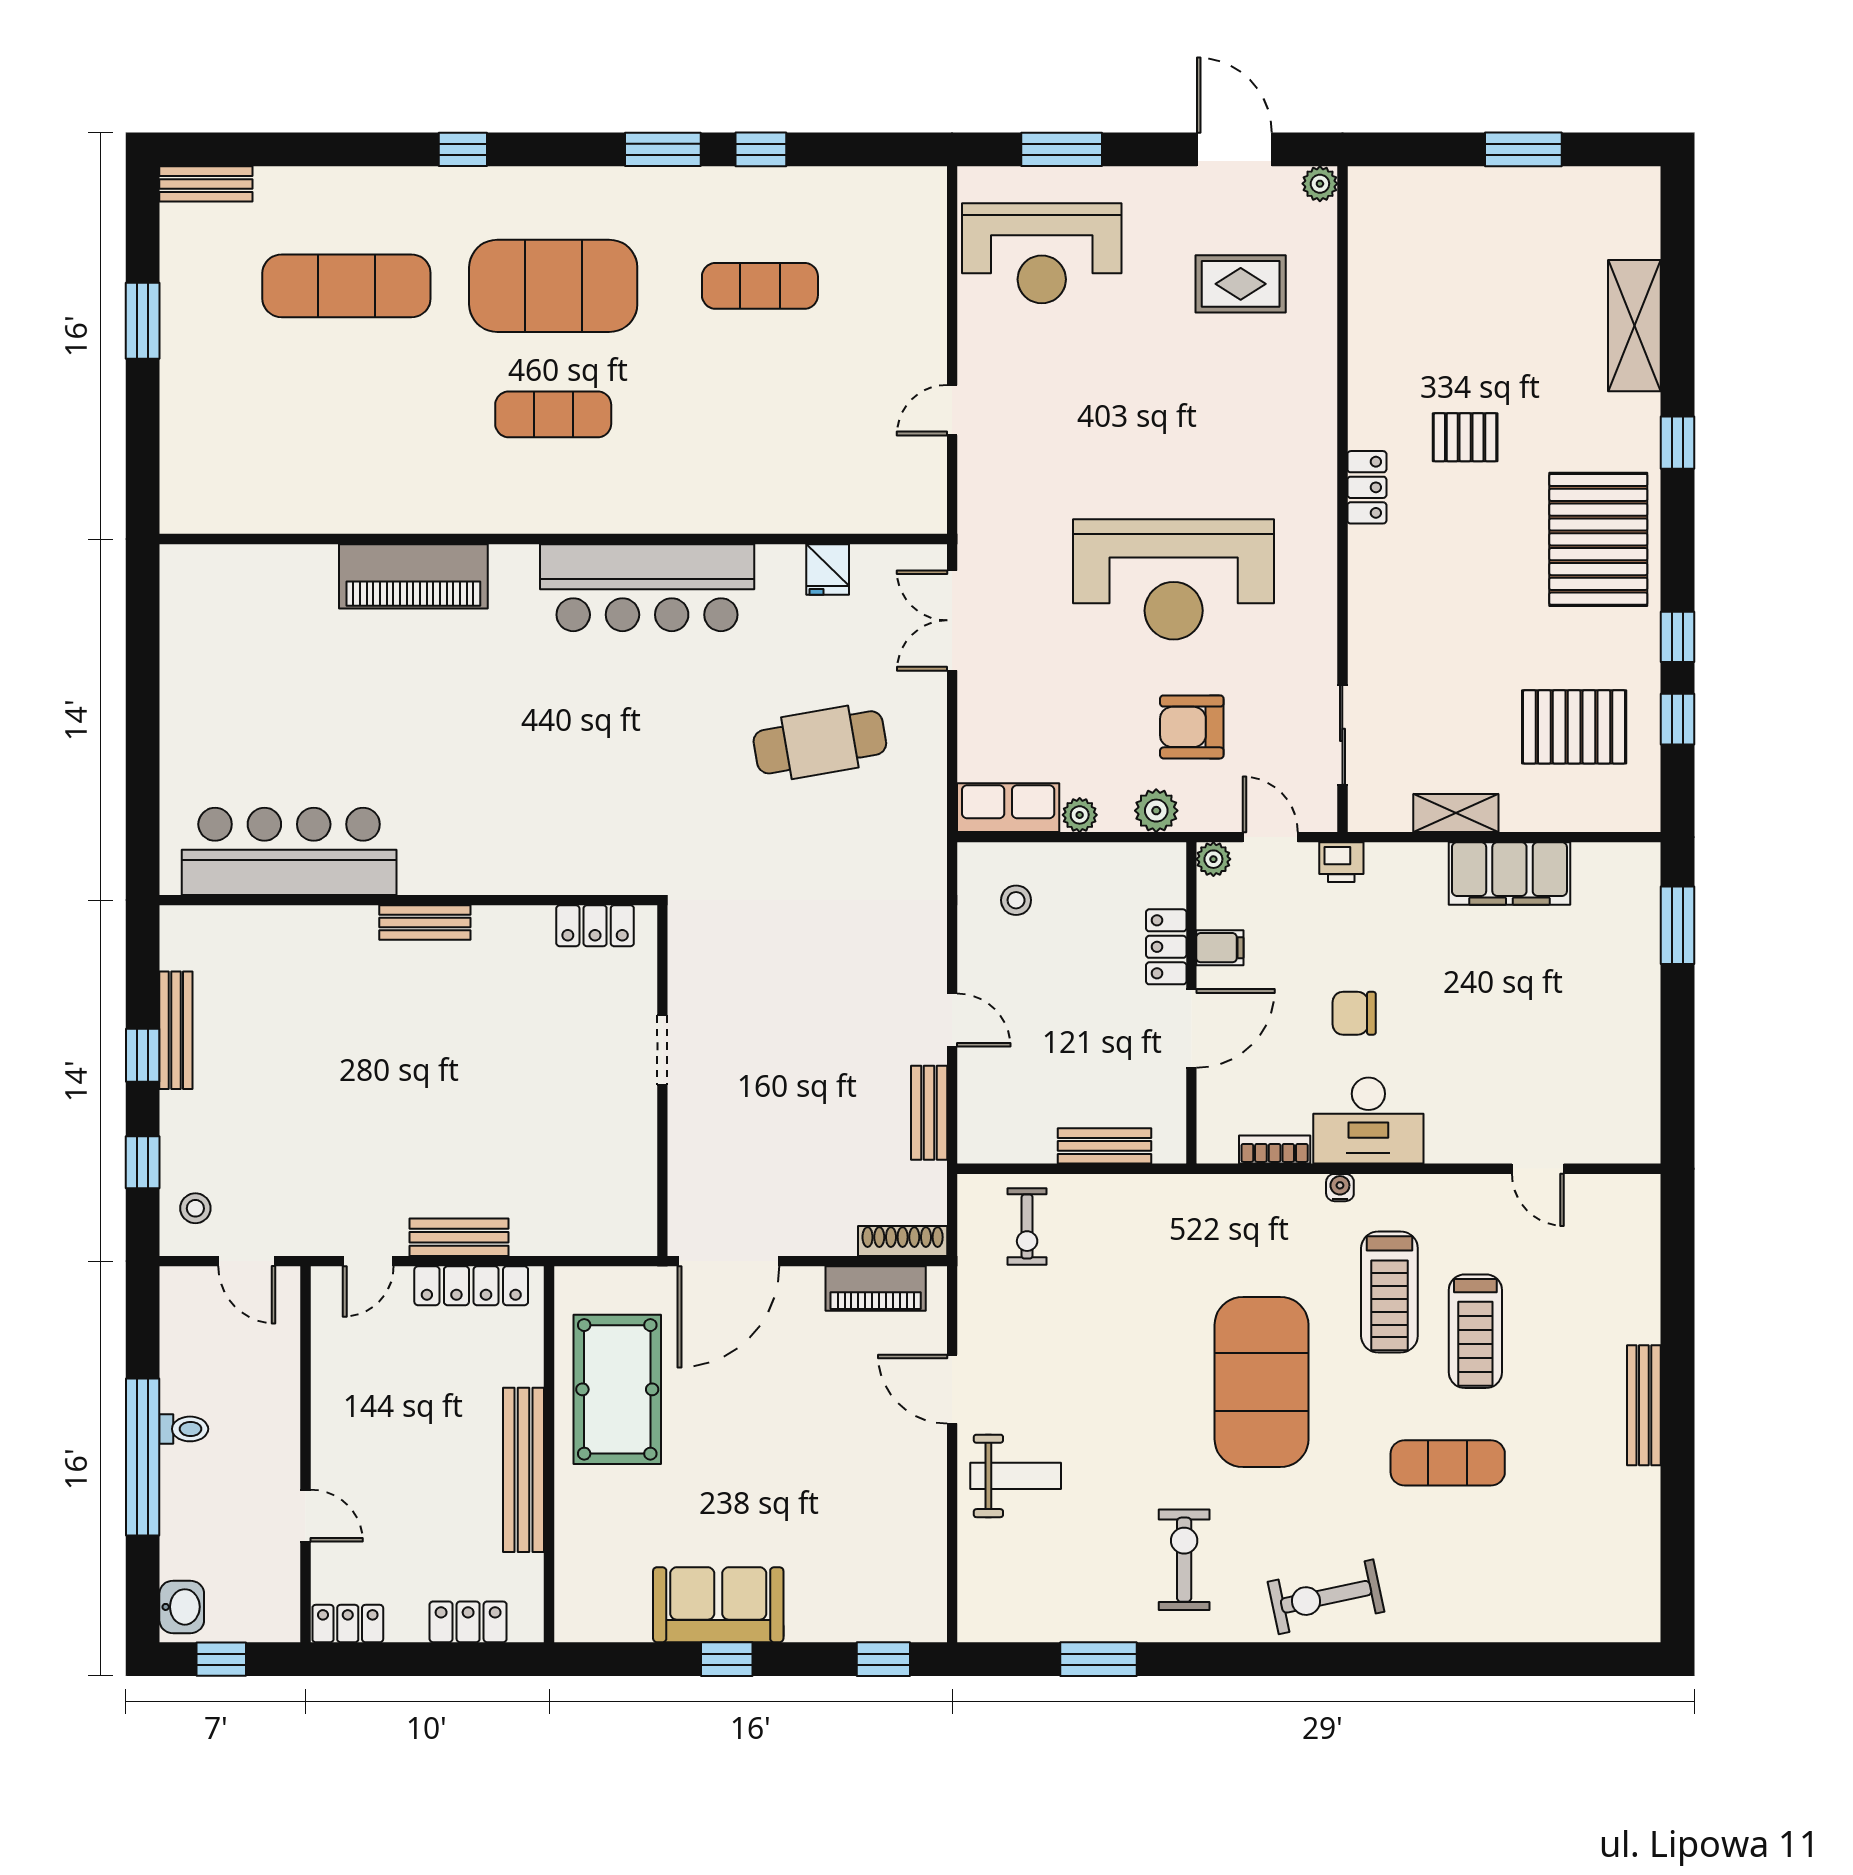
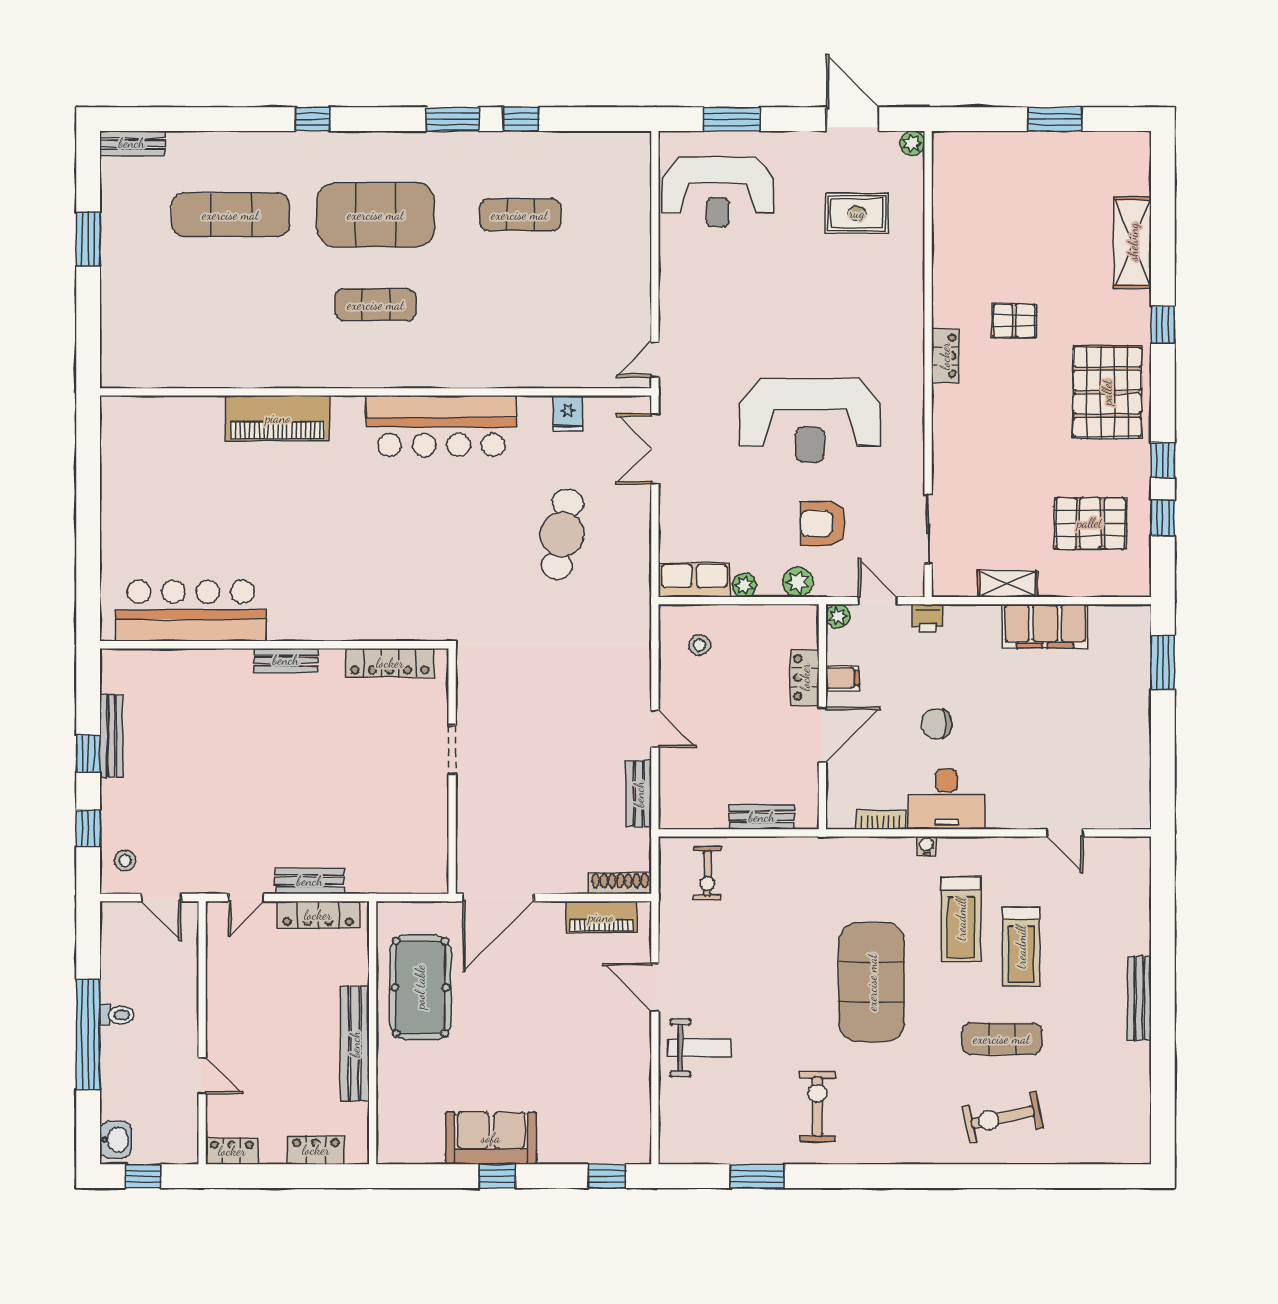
door: (952, 410) -> (655, 359), moved
cafe table: (820, 742) -> (562, 534), turned -70
locker: (595, 926) -> (390, 663), width x1.53
exercise bike: (1326, 1597) -> (1003, 1117), moved

